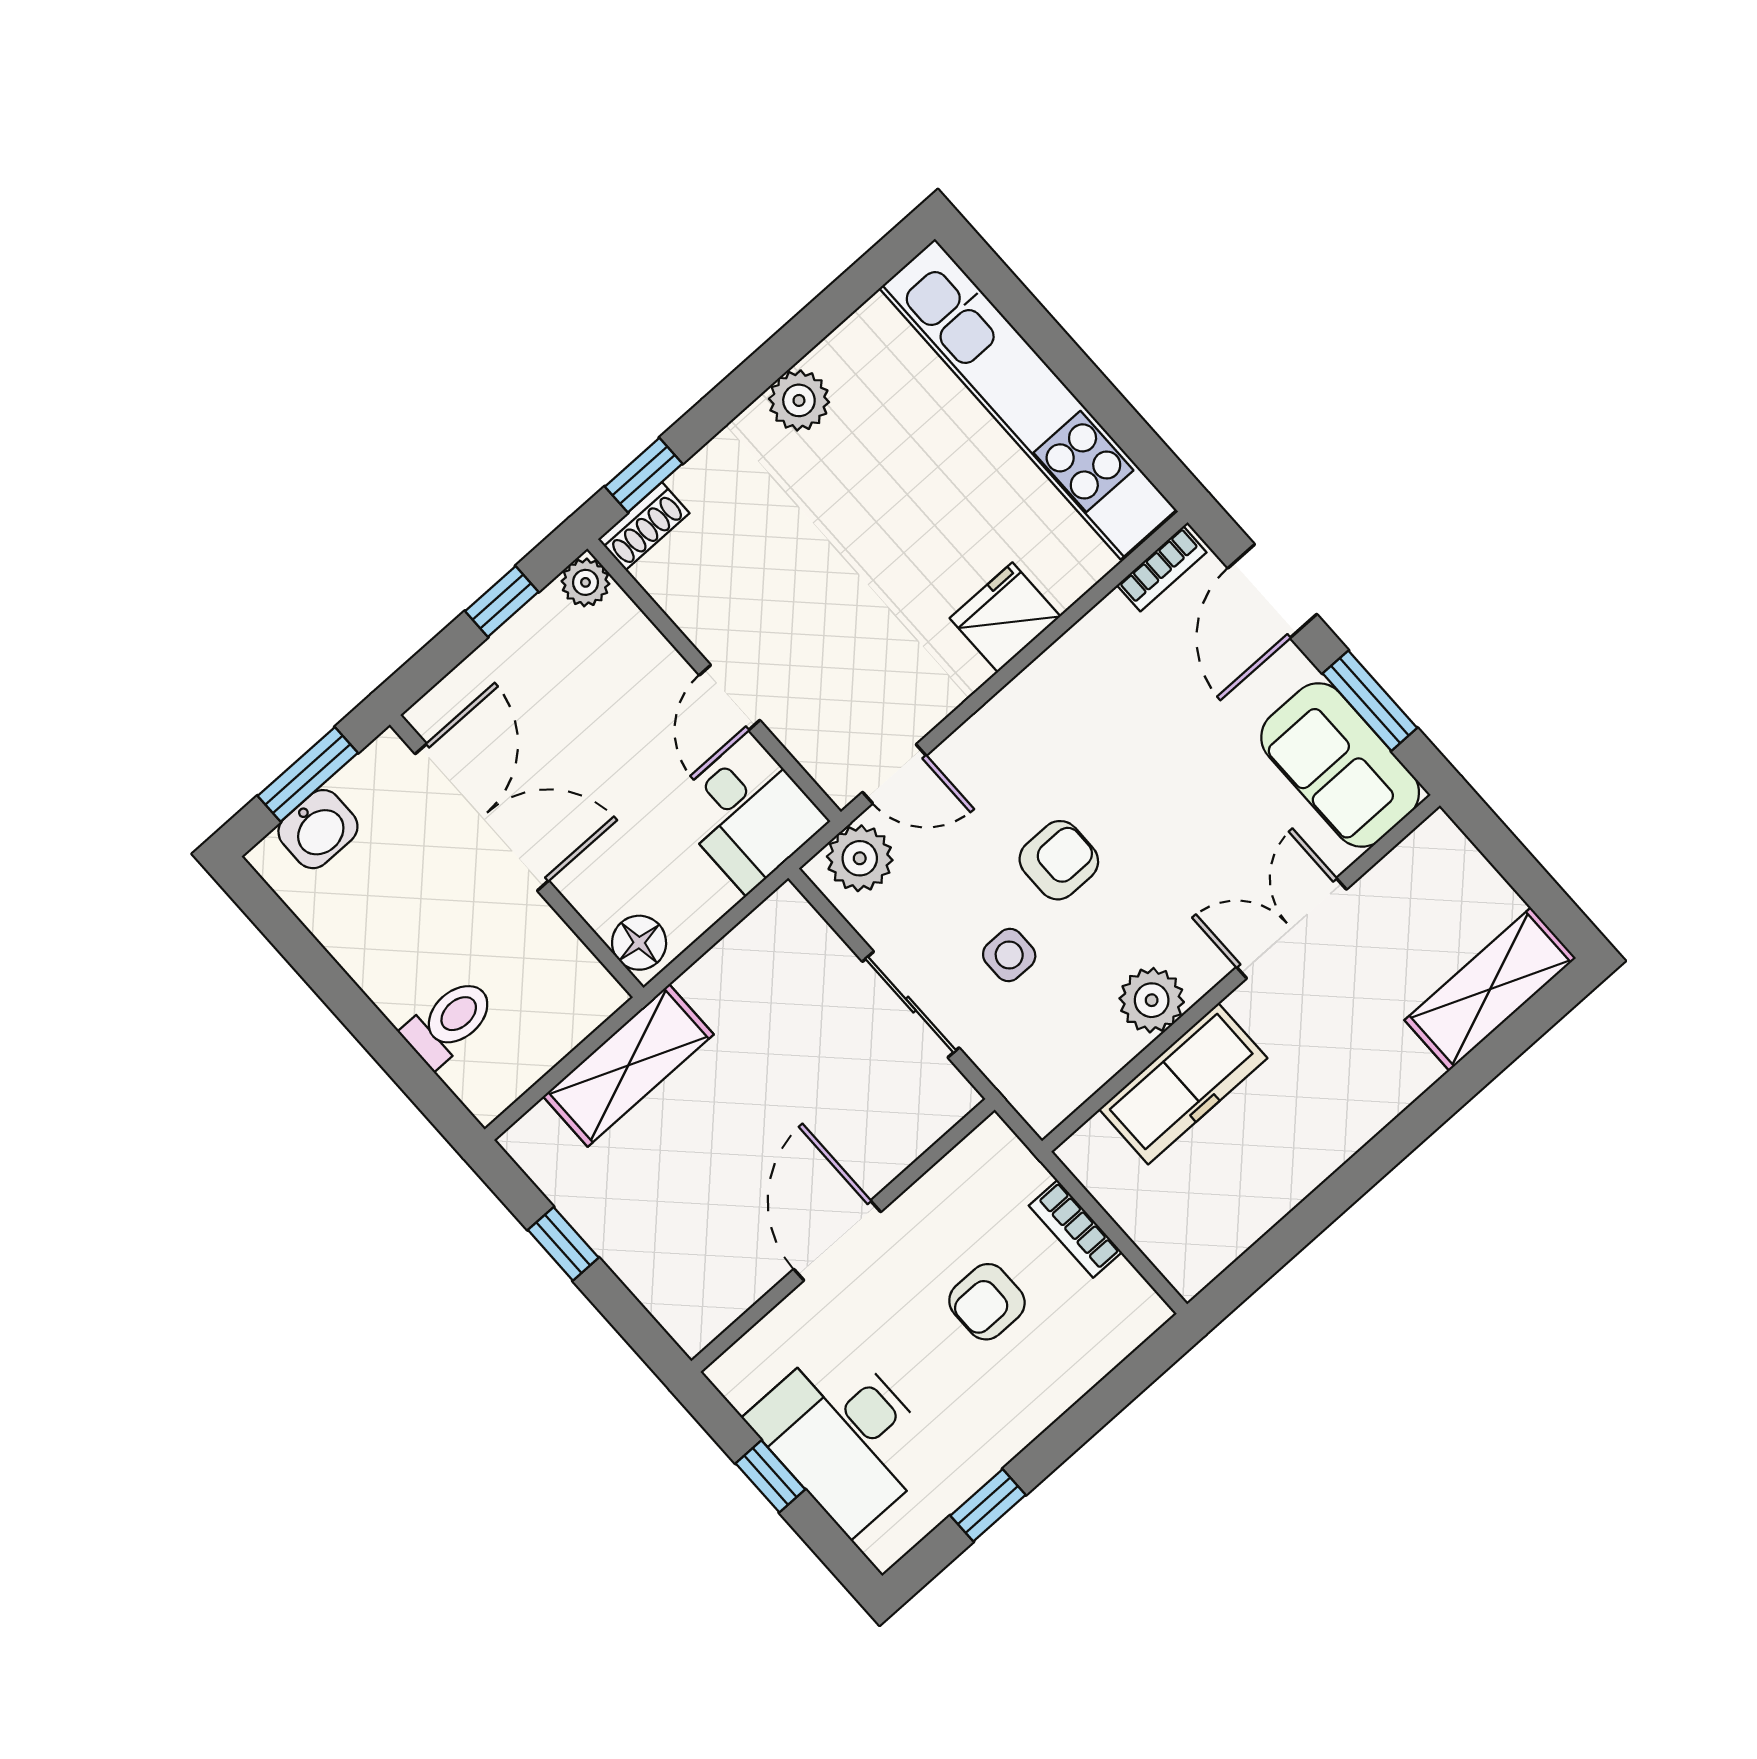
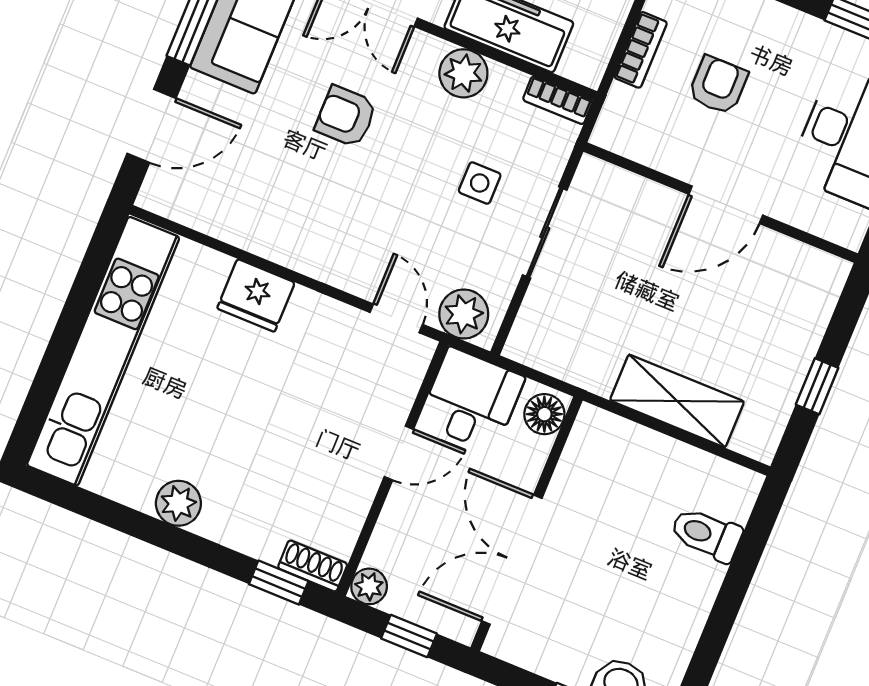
bookcase: (1162, 569) -> (558, 100), moved, turned 180
double door: (482, 817) -> (512, 560), moved
wall: (517, 856) -> (527, 524), moved
armchair: (1059, 860) -> (346, 116), moved
floor lamp: (639, 943) -> (544, 414), moved
armchair: (987, 1302) -> (718, 85), turned -90

